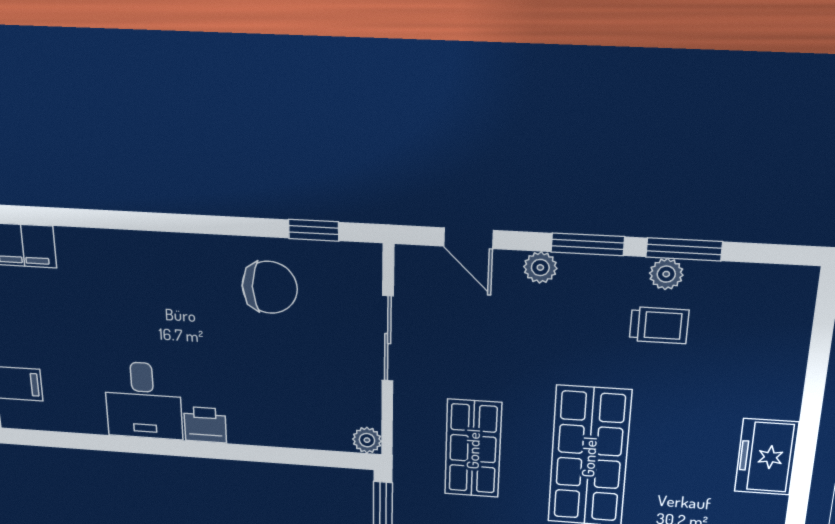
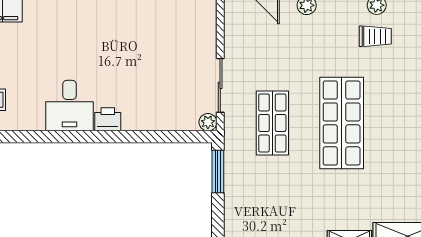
chair: (270, 287) -> (151, 27), removed
sliding door: (388, 339) -> (220, 85), moved

